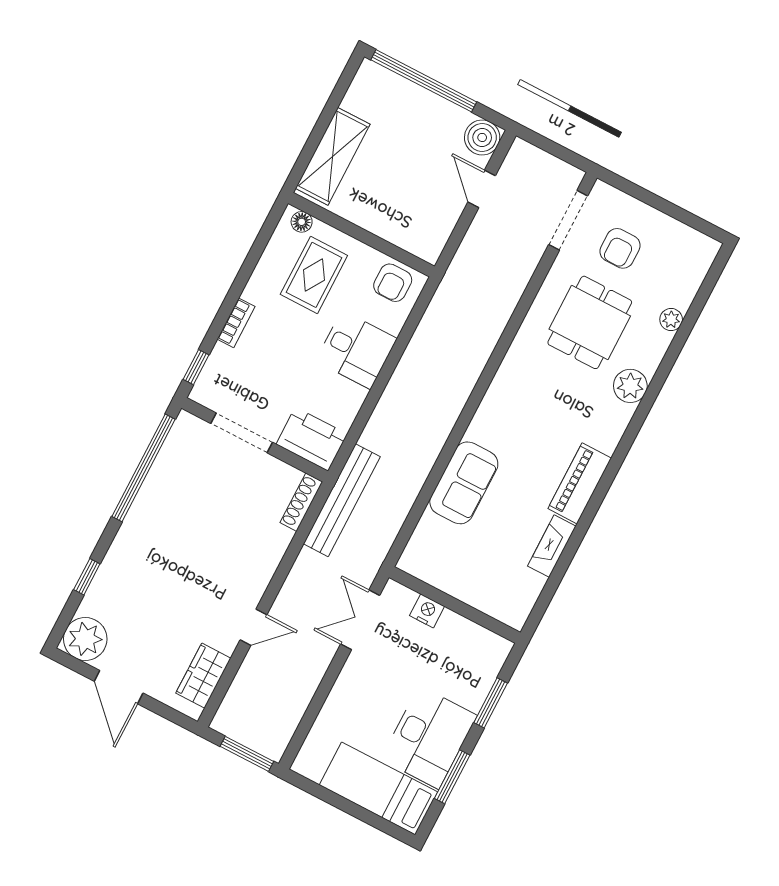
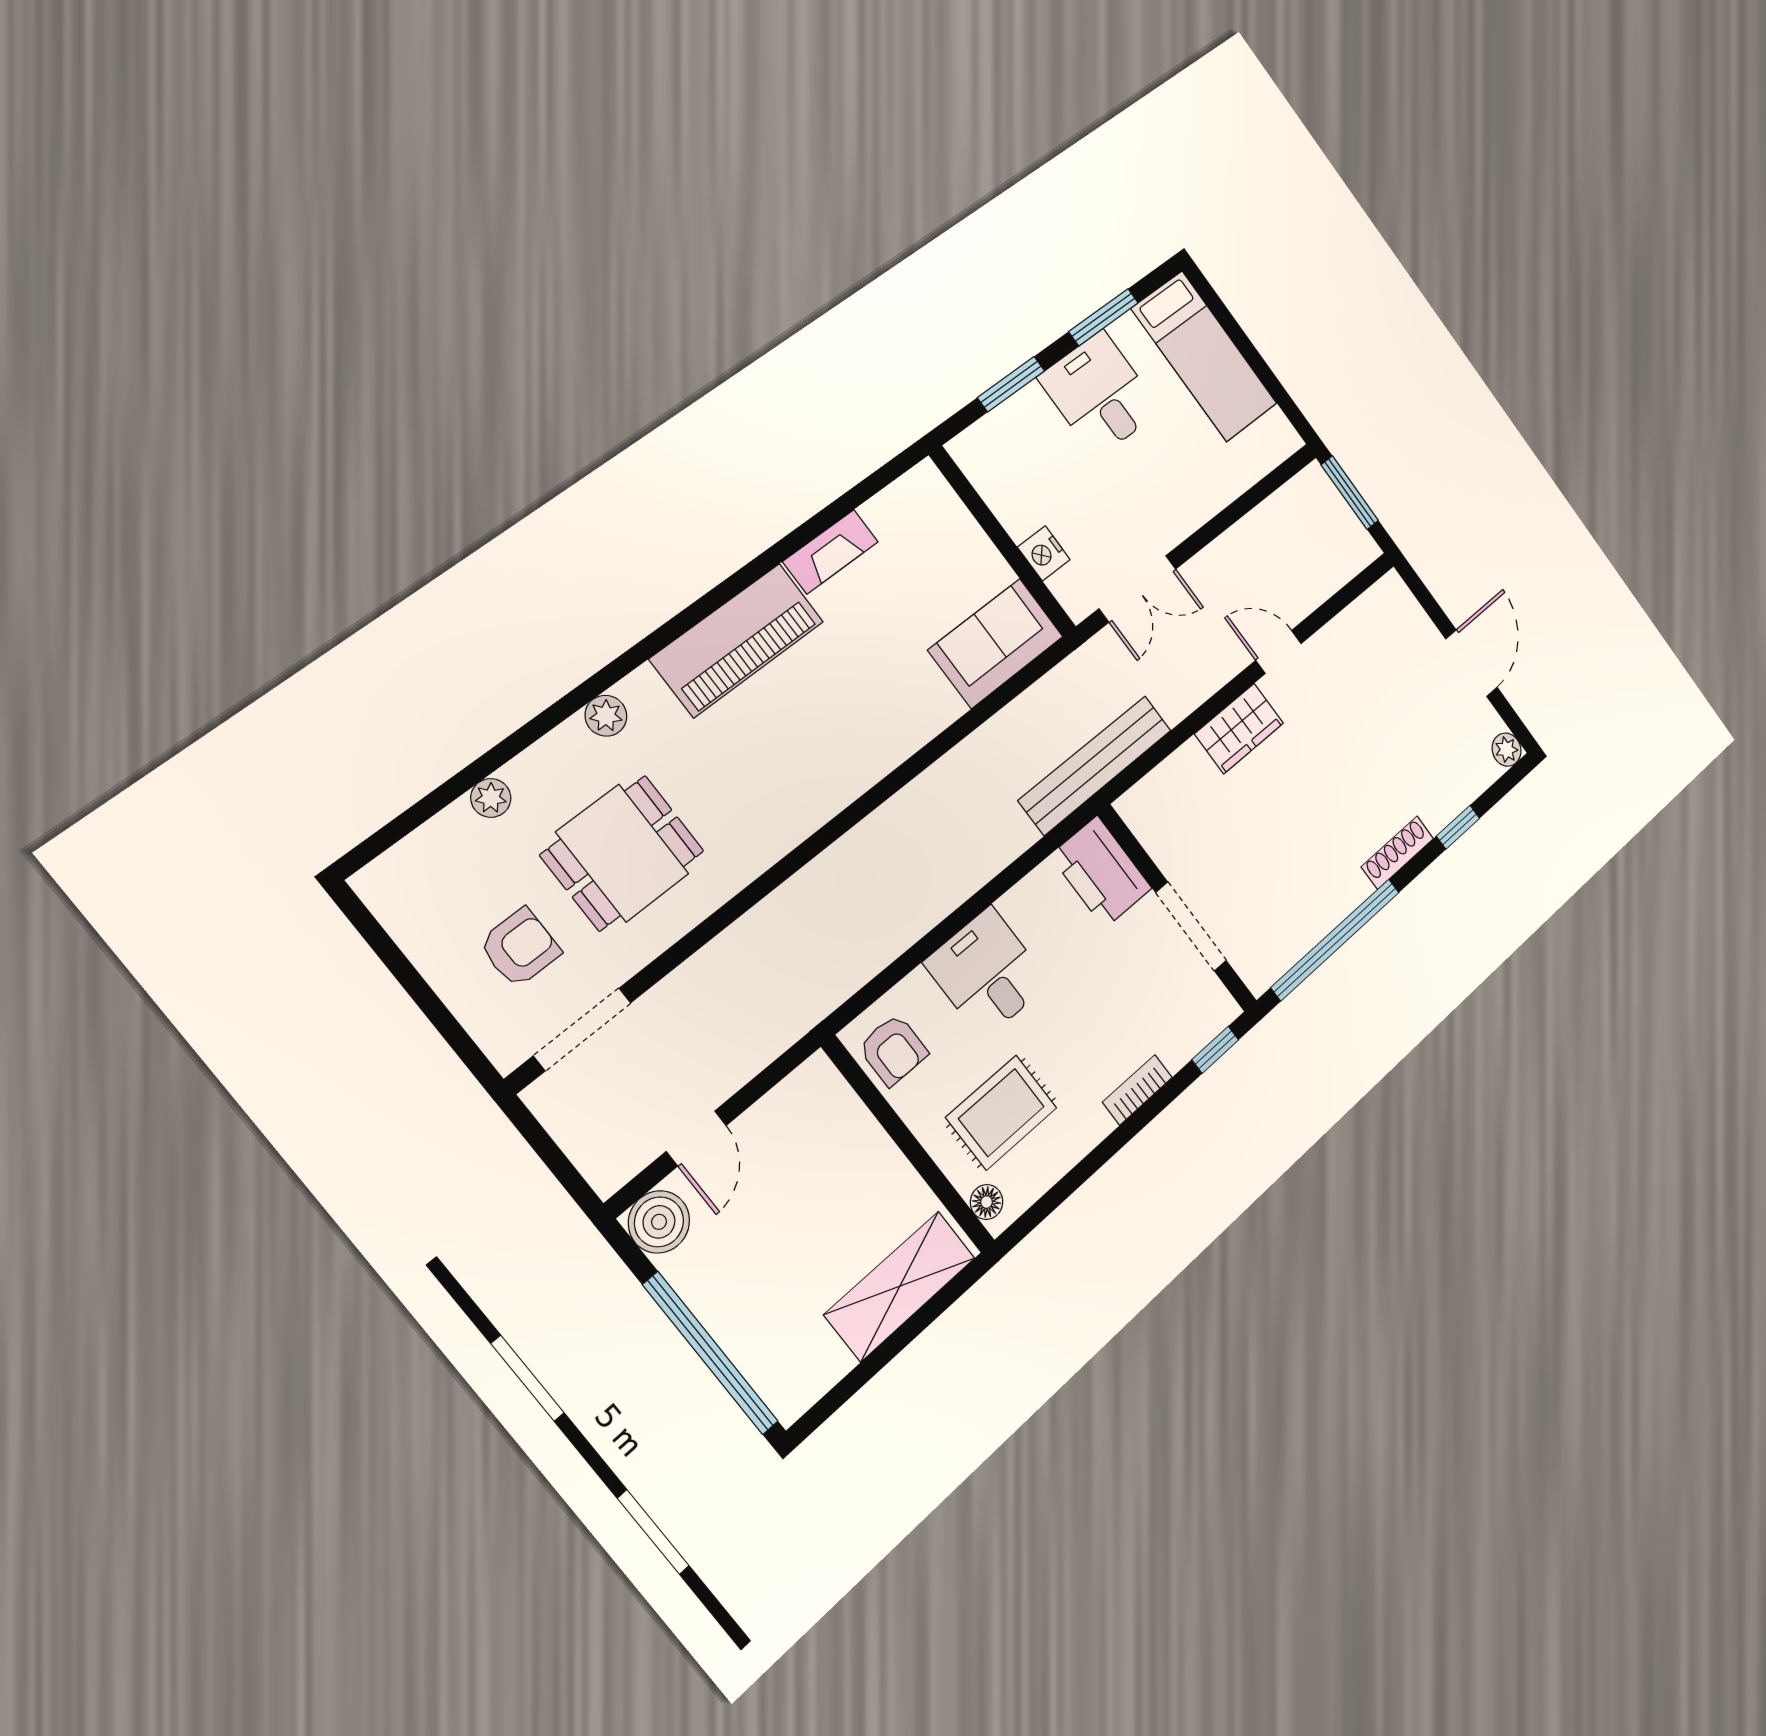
armchair: (393, 283) -> (893, 1050), turned 90
plant: (630, 386) -> (606, 716), width x0.73, depth x0.73
sofa: (464, 483) -> (996, 643), moved
piano: (580, 483) -> (737, 640), width x1.37, depth x1.33
shoe rack: (301, 502) -> (1397, 853), moved, turned 180
plant: (85, 639) -> (1507, 750), width x0.53, depth x0.53
wardrobe: (203, 676) -> (1239, 729), moved
desk: (429, 737) -> (1100, 394), width x0.73

